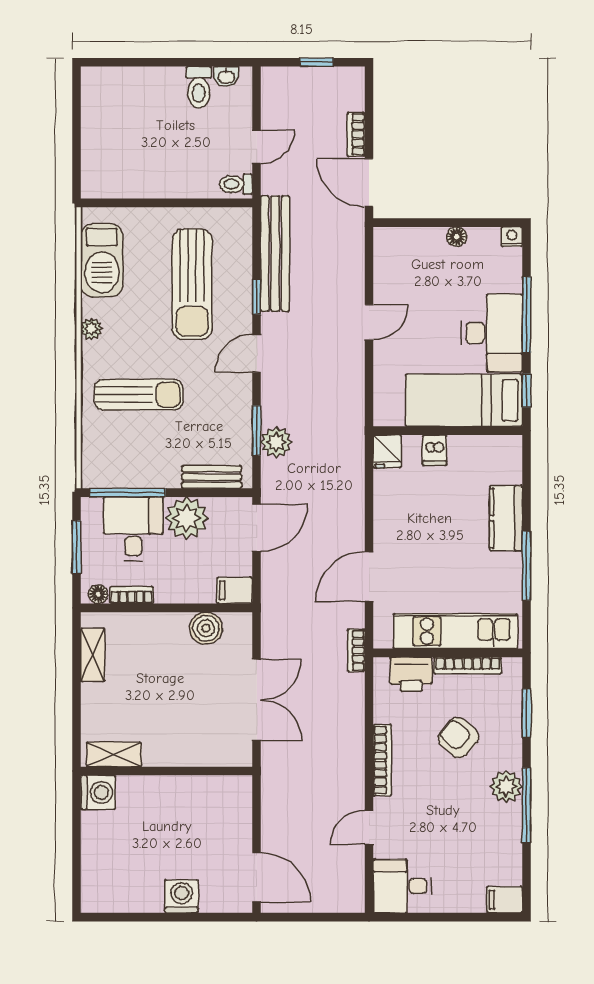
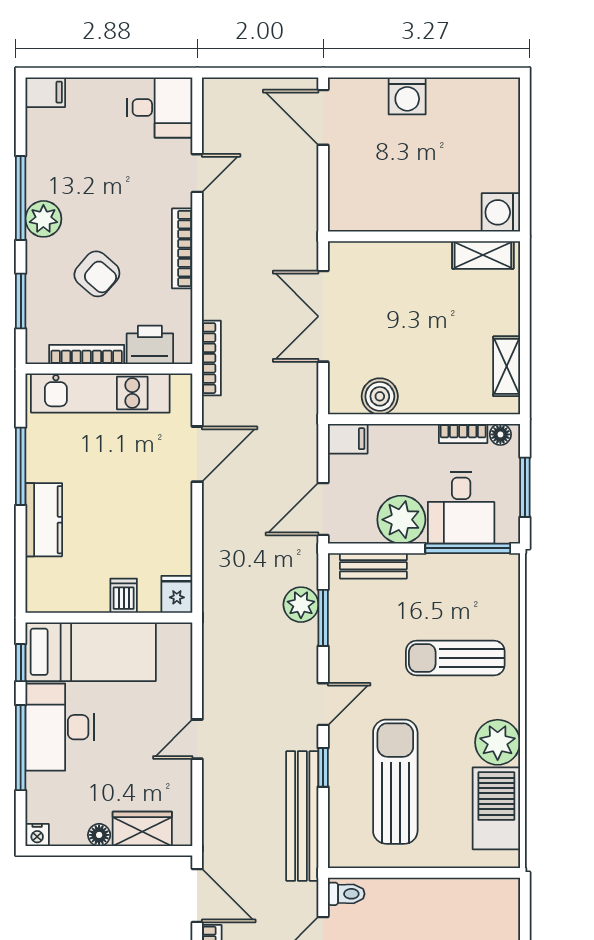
wardrobe: (418, 242) -> (142, 829), added
plant: (91, 329) -> (498, 742), width x1.88, depth x1.88
bookcase: (356, 650) -> (211, 358), width x1.56

